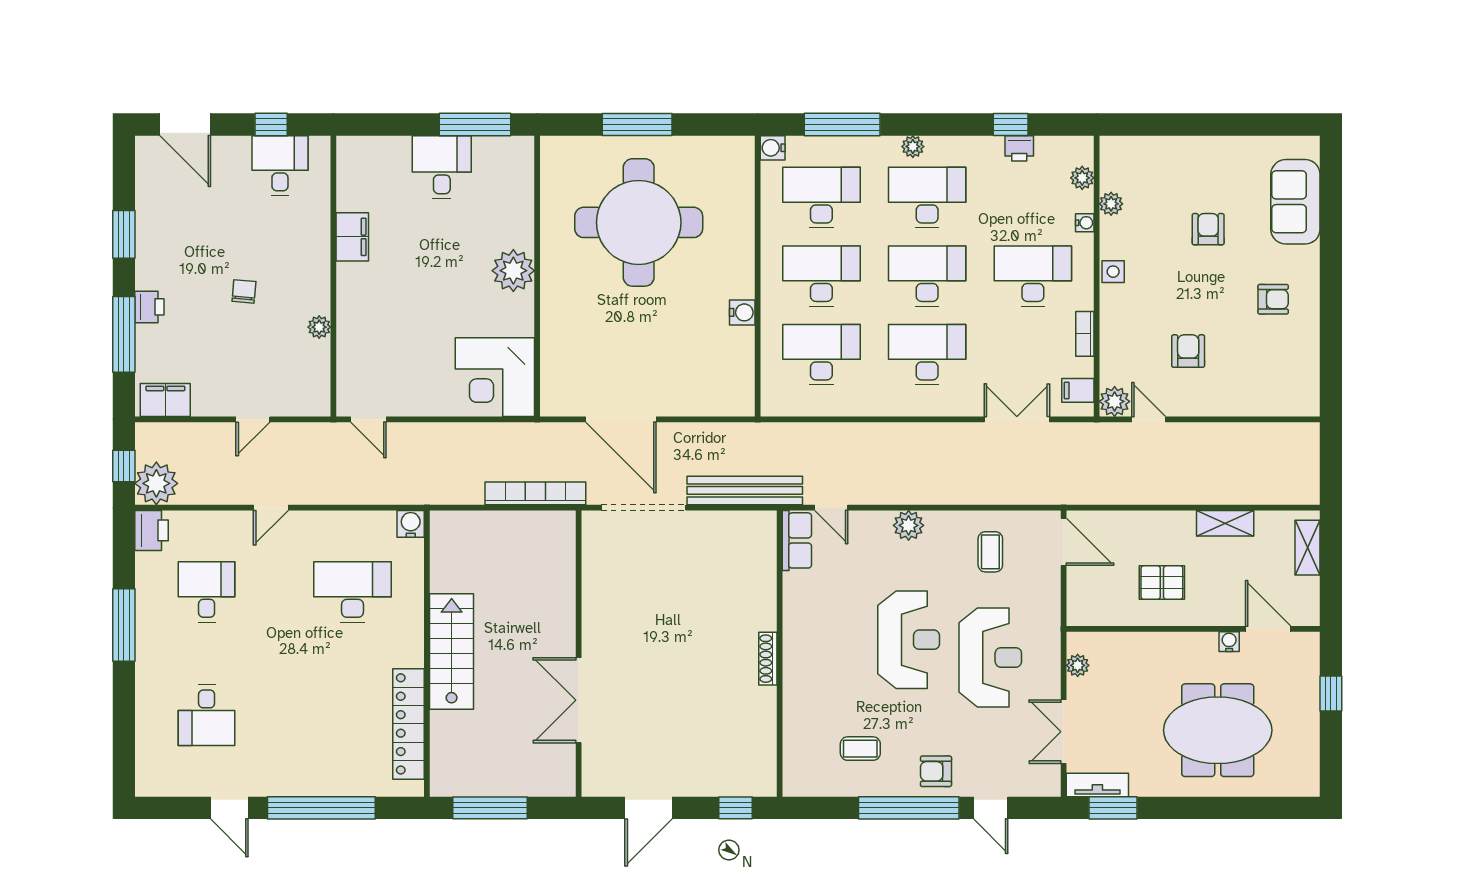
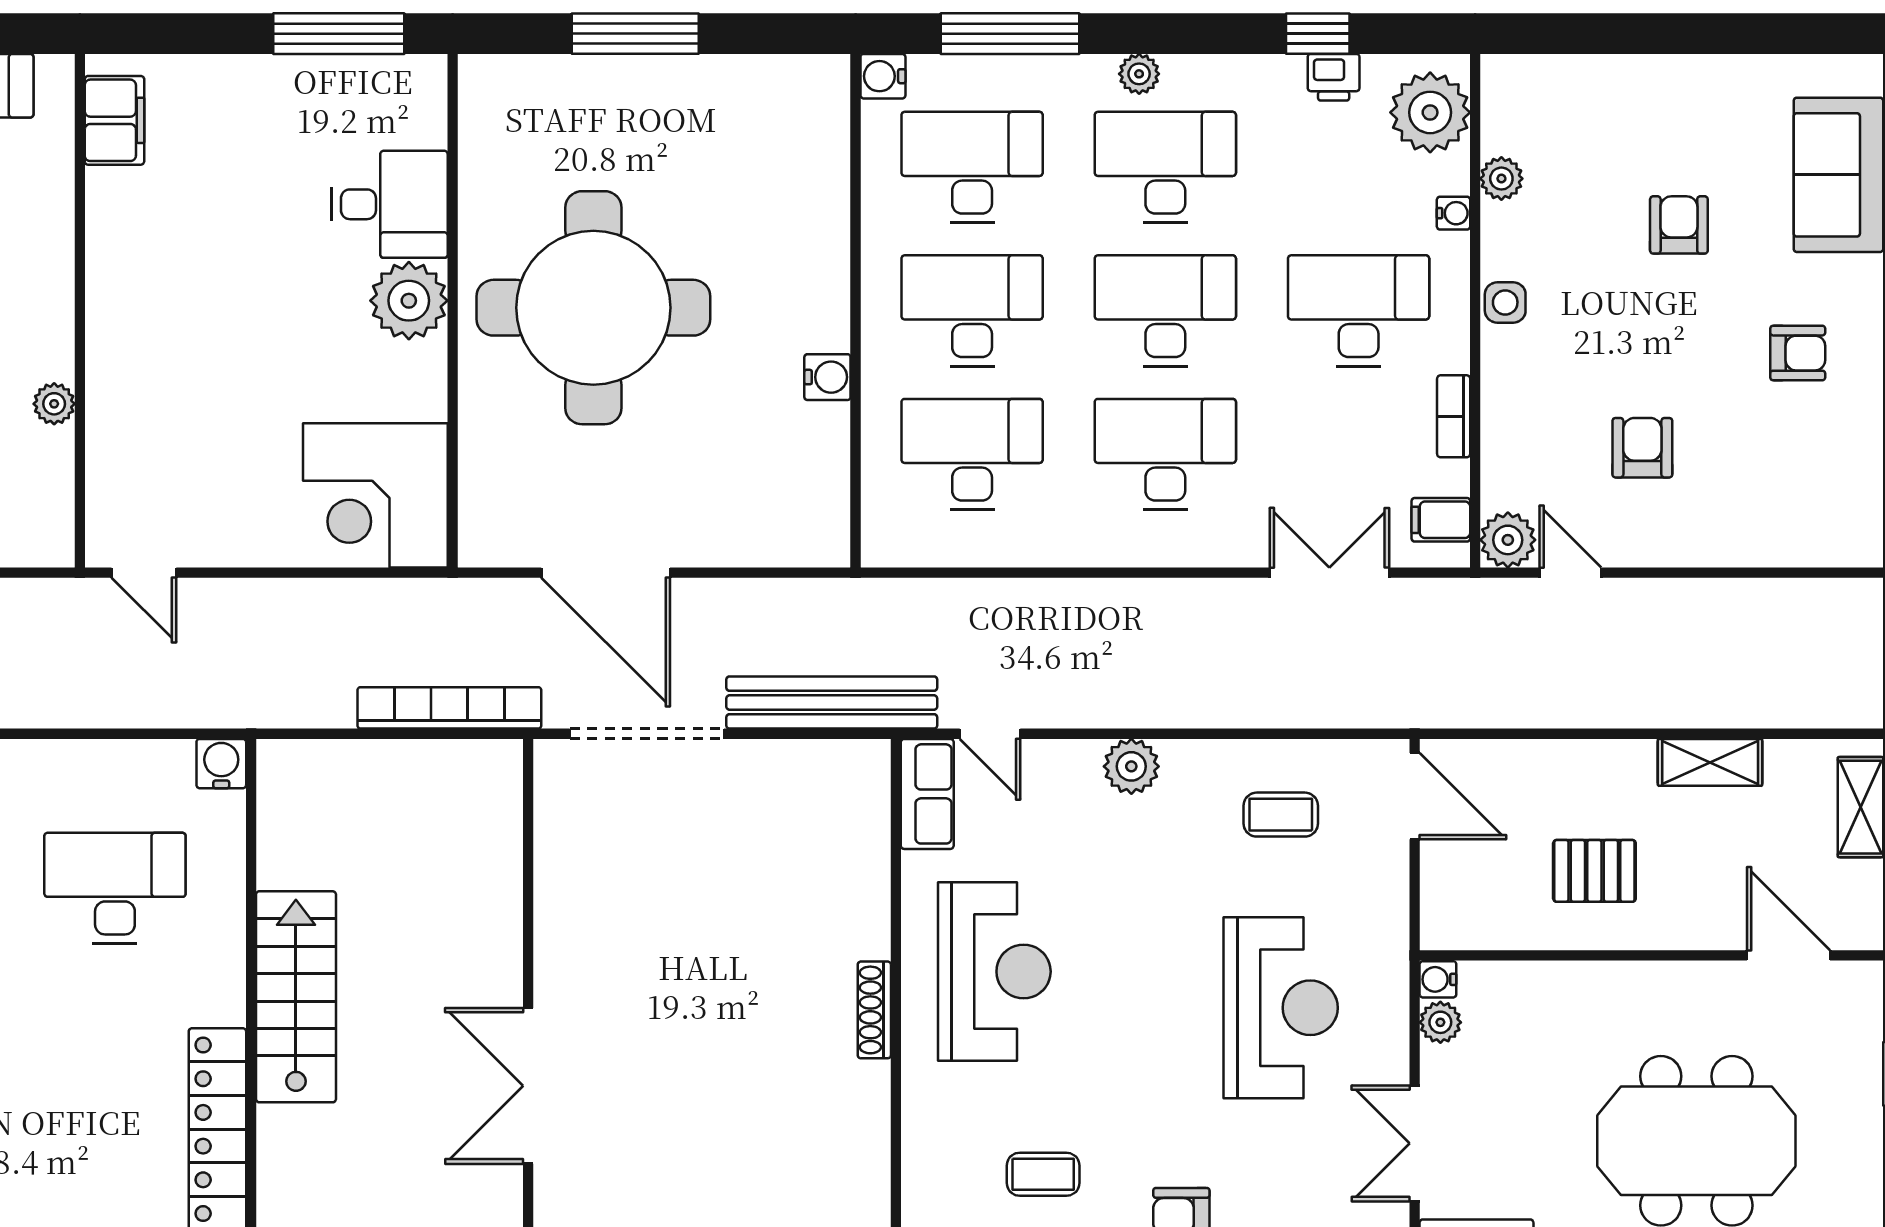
desk: (442, 167) -> (390, 204), moved, turned 90
plant: (1082, 178) -> (1430, 112), width x1.88, depth x1.88
round table: (639, 222) -> (593, 308), moved
filing cabinet: (352, 237) -> (114, 120), moved
coffee table: (990, 552) -> (1281, 815), turned 90
reception desk: (909, 640) -> (994, 972), moved
water cooler: (1229, 642) -> (1438, 979), moved, turned -90

